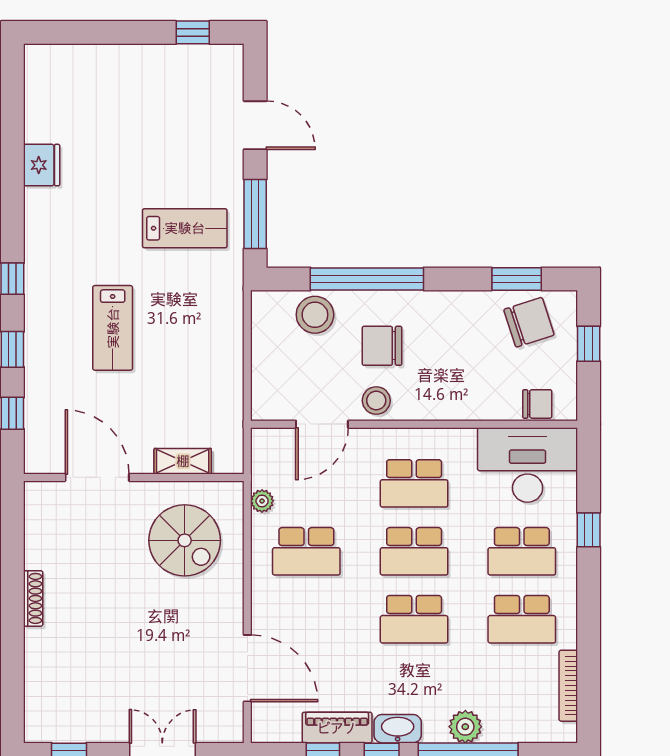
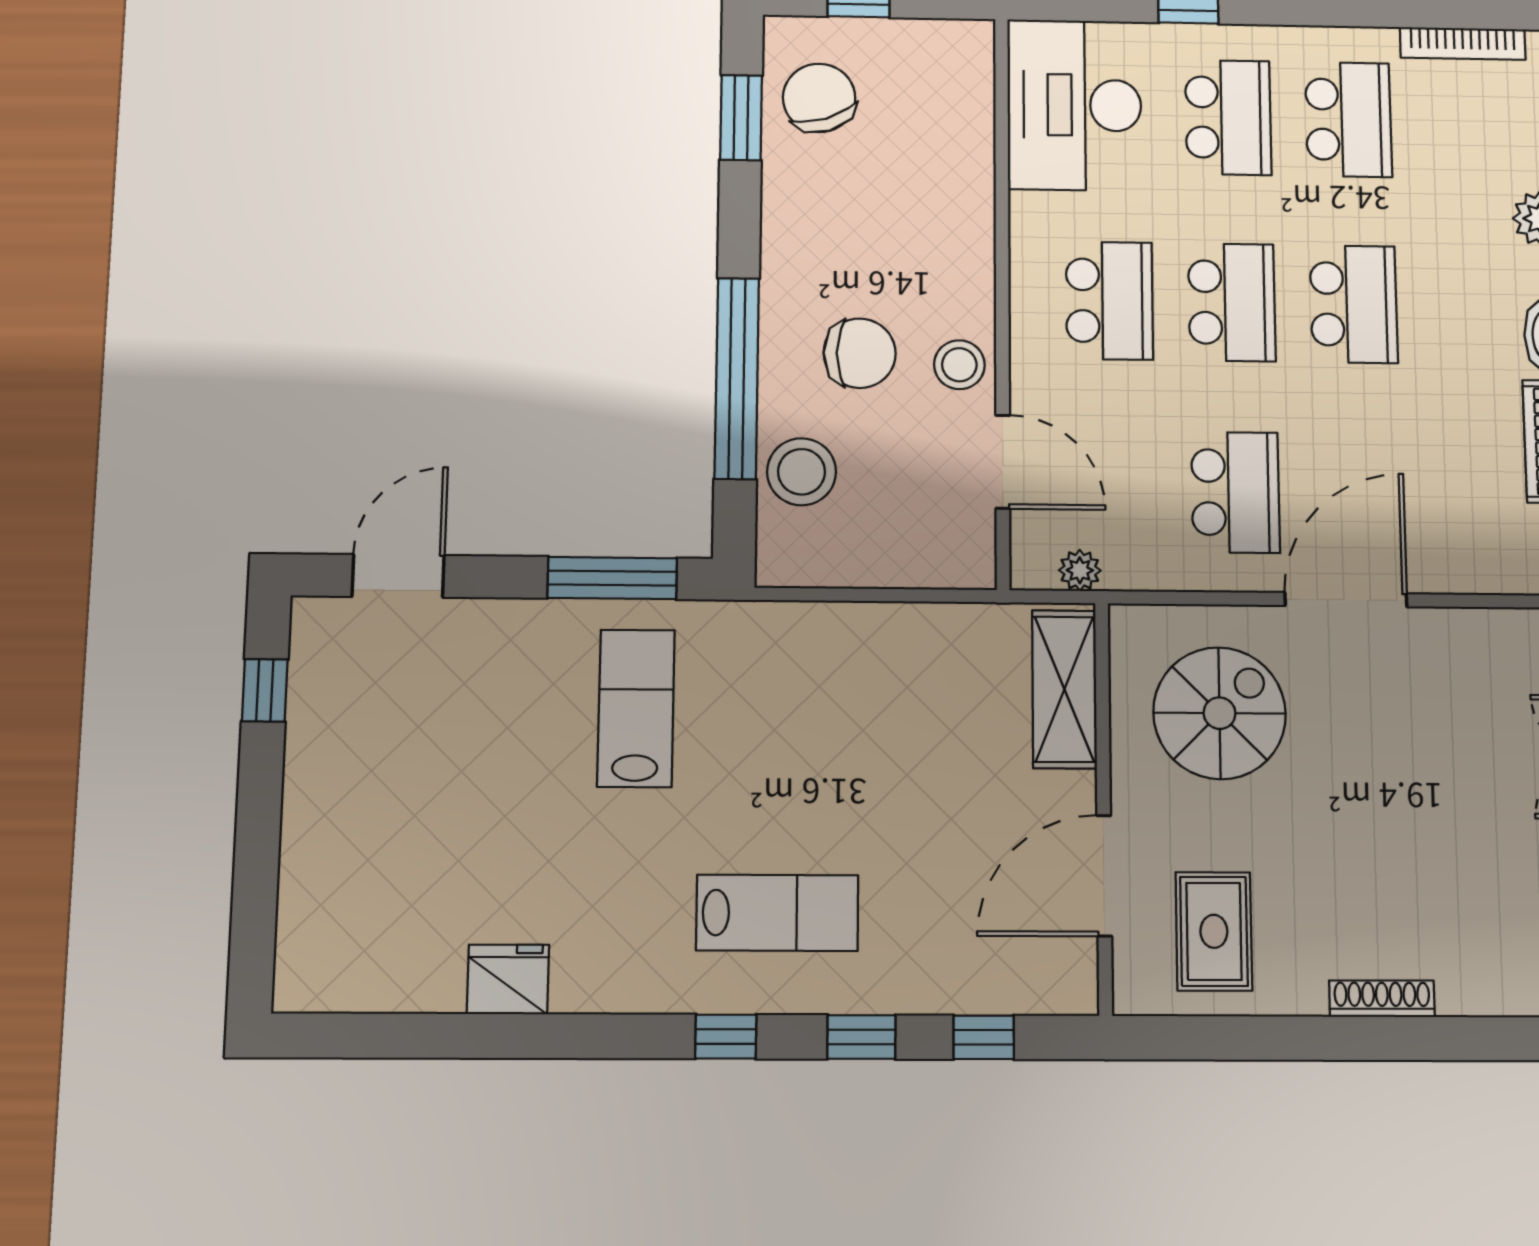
door: (255, 125) -> (398, 576), moved
lab bench: (113, 328) -> (777, 913), moved
chair: (382, 346) -> (860, 353), turned -90
chair: (537, 404) -> (966, 86), removed
shelving: (183, 461) -> (1064, 689), width x1.50, depth x1.33
plant: (262, 501) -> (1080, 570), moved
rug: (68, 535) -> (1214, 931), added
shoe rack: (33, 598) -> (1382, 999), moved
door: (247, 668) -> (1346, 600), moved

